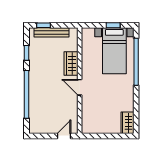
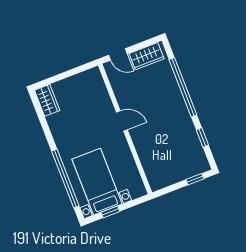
bench: (52, 32) -> (182, 174), removed
wardrobe: (71, 64) -> (147, 56), moved, turned 90
door: (64, 136) -> (118, 54), hinge flipped

